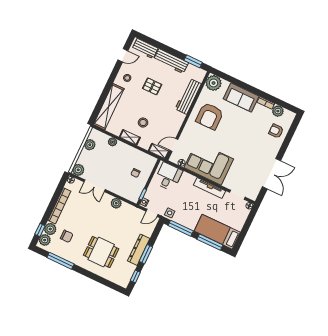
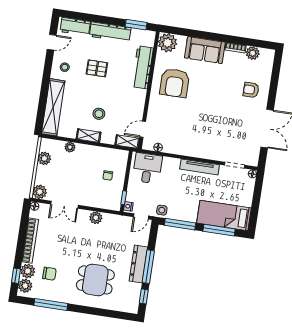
armchair: (276, 131) -> (251, 90), moved
corner sofa: (209, 163) -> (190, 138), removed
window: (146, 254) -> (148, 267), width x1.44

